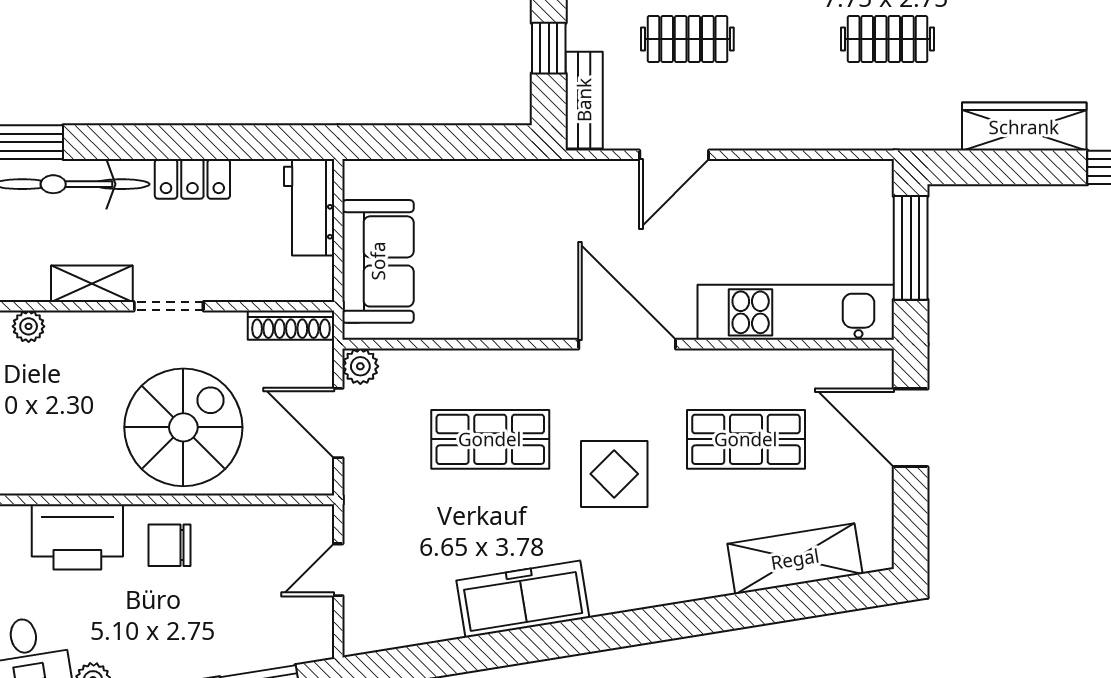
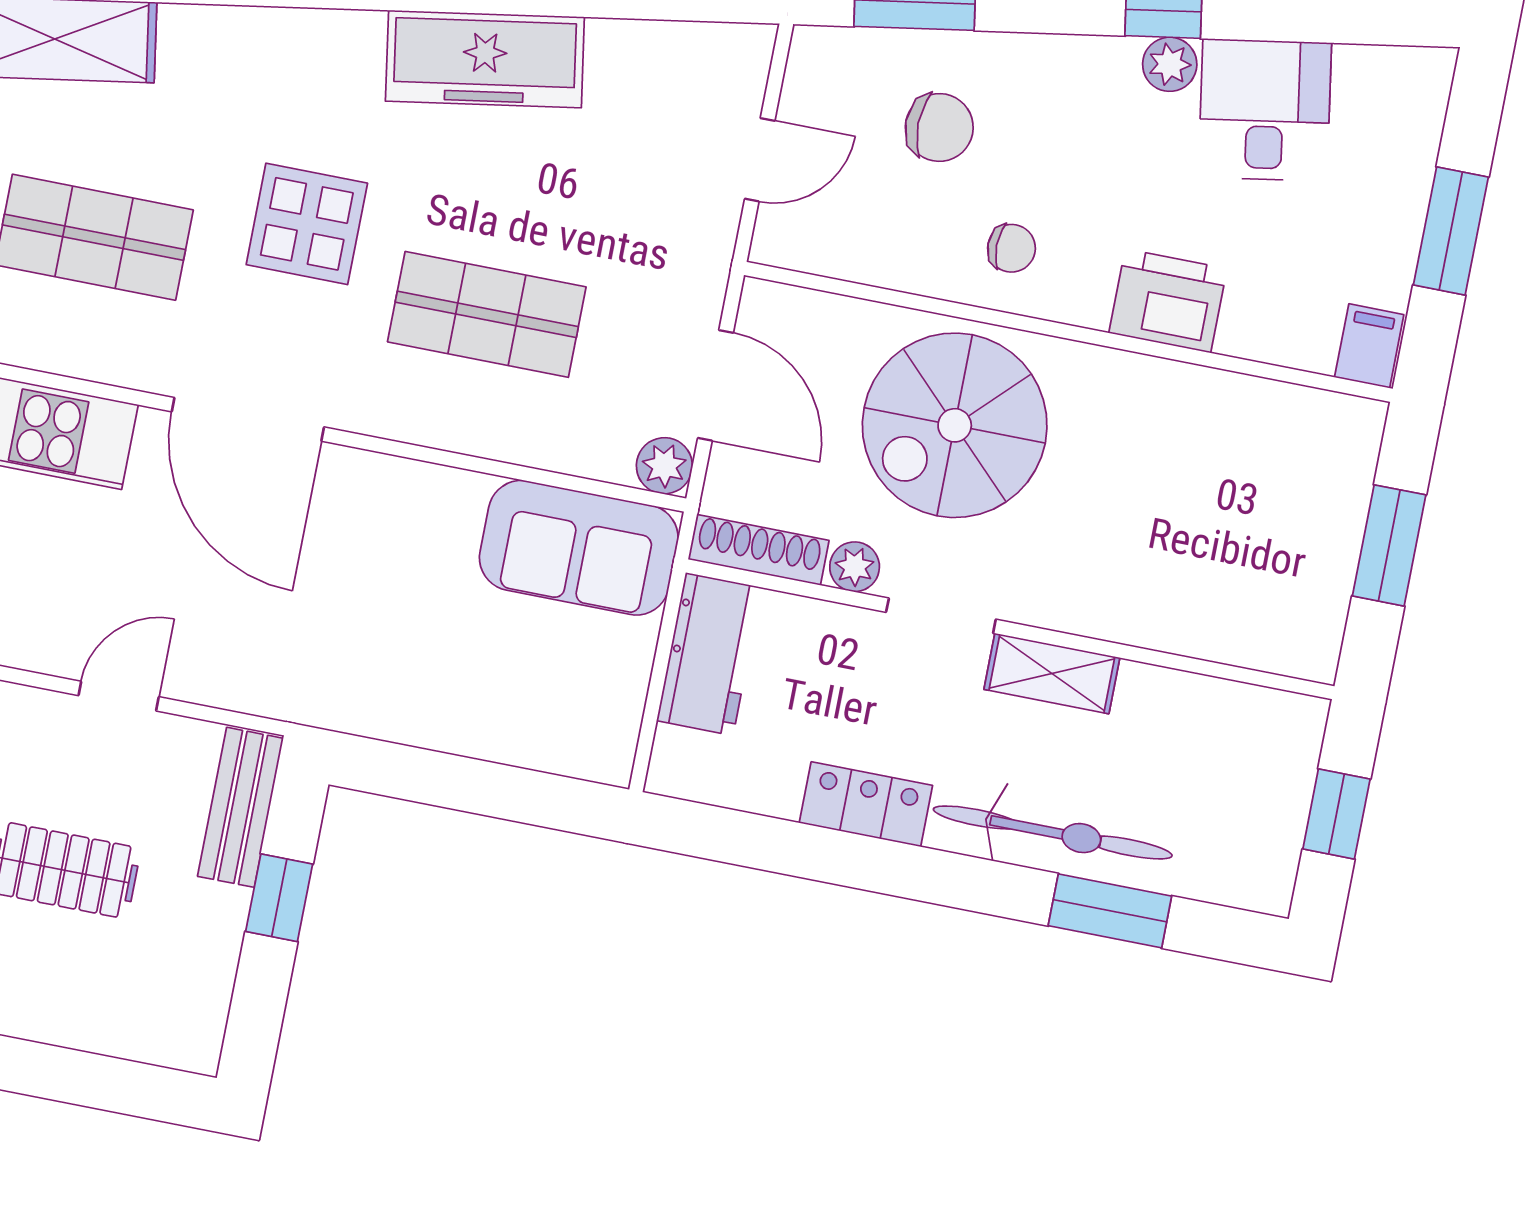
door: (674, 155) -> (119, 696), width x0.73
workbench: (309, 207) -> (709, 654), moved
sofa: (378, 261) -> (579, 548), moved, turned -90
plant: (29, 326) -> (855, 567), moved
printer: (77, 537) -> (1168, 301), width x0.73, depth x0.84
chair: (170, 545) -> (1011, 248), width x0.73, depth x0.73
chair: (230, 612) -> (939, 127), added

